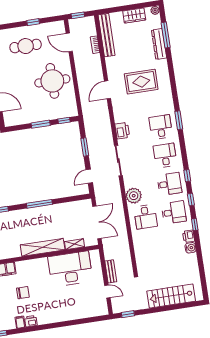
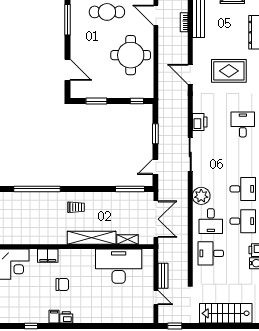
door: (108, 90) -> (190, 74), hinge flipped
window: (41, 124) -> (96, 101), moved
desk: (165, 155) -> (211, 253), moved, turned -90
window: (39, 204) -> (130, 189), moved
trolley: (25, 223) -> (76, 207), added

